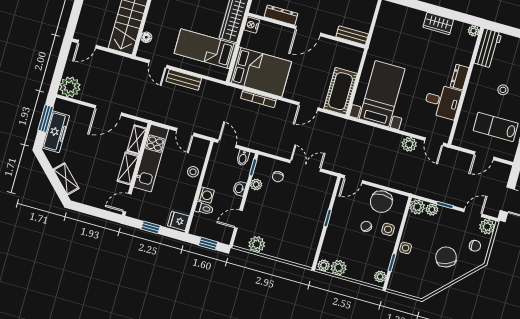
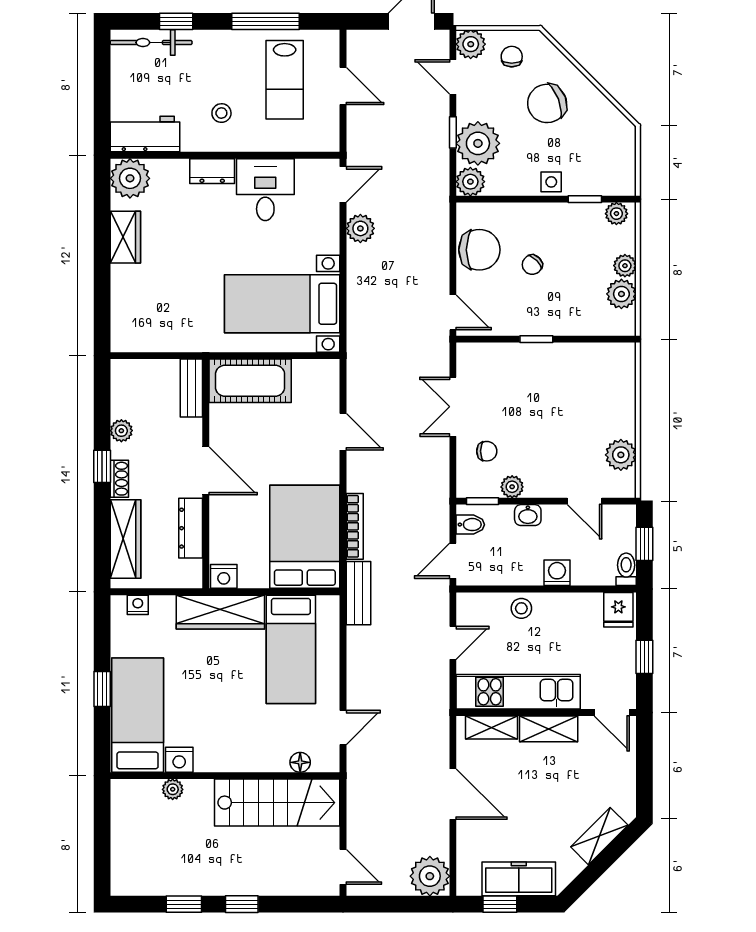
plant: (474, 31) -> (130, 178), width x1.87, depth x1.87
bench: (184, 80) -> (358, 593), moved
stool: (503, 90) -> (221, 113), moved
cot: (341, 91) -> (250, 381), moved
window: (46, 119) -> (500, 904), width x0.67
toilet: (204, 208) -> (626, 569), moved
plant: (432, 210) -> (478, 143), width x1.88, depth x1.88
side table: (388, 229) -> (526, 223), removed
plant: (324, 265) -> (625, 266), moved

